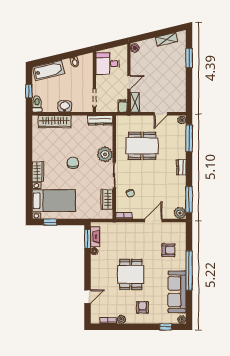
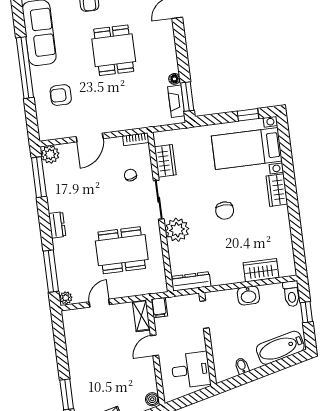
wardrobe: (55, 122) -> (261, 270), width x0.67

